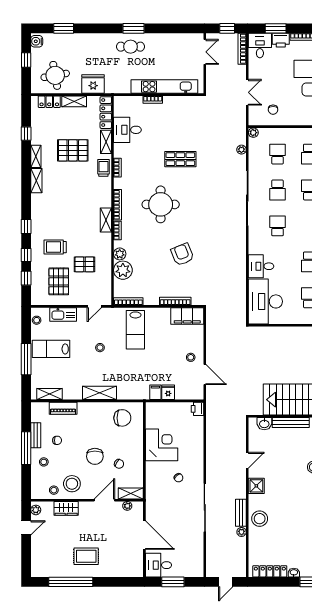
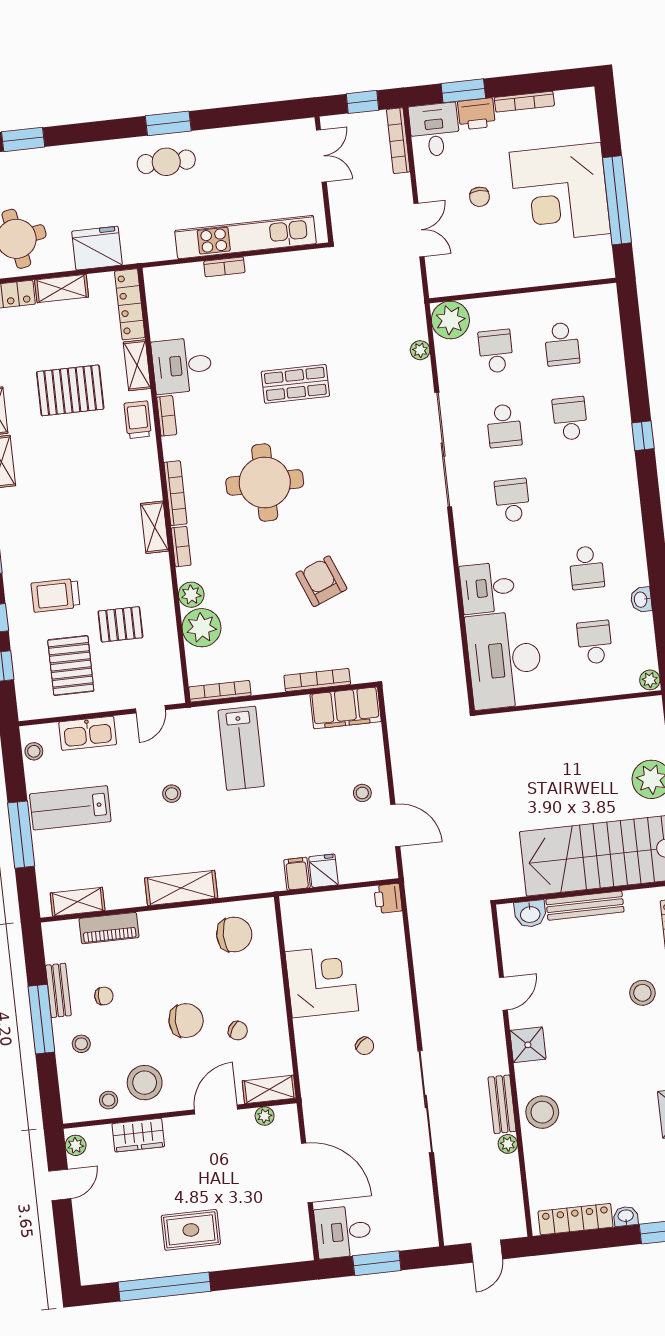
chair: (273, 110) -> (479, 197), moved
desk: (127, 130) -> (182, 365), moved
plant: (253, 133) -> (450, 320), width x1.87, depth x1.87
chair: (95, 456) -> (186, 1021), turned -90

